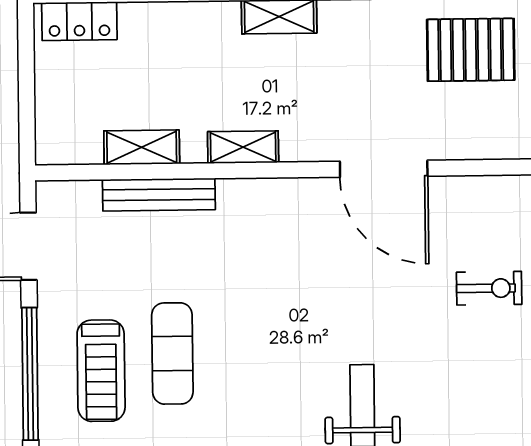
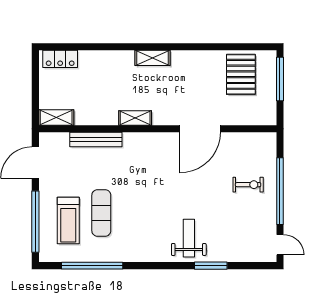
pallet: (471, 50) -> (241, 74), turned 90
shelving: (142, 147) -> (56, 118), moved
door: (384, 169) -> (200, 129), hinge flipped

